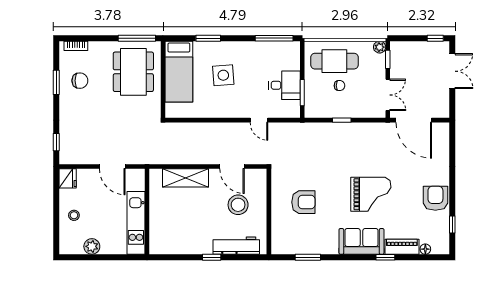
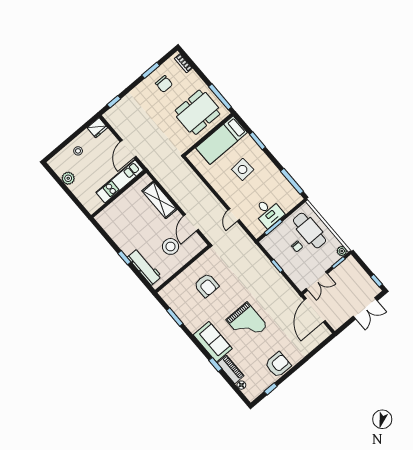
kitchen unit: (136, 223) -> (120, 181), moved

